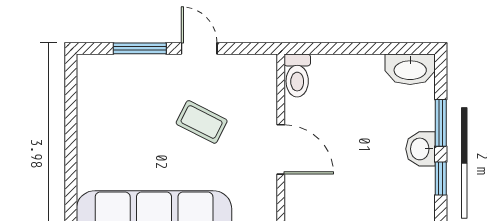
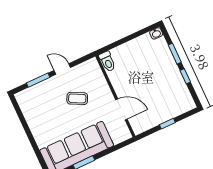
washbasin: (410, 69) -> (156, 33), width x0.52, depth x0.69
door: (281, 149) -> (121, 109), moved
washbasin: (421, 149) -> (171, 68), removed

